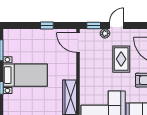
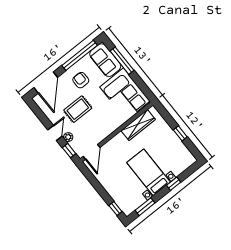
window: (47, 25) -> (115, 209), moved
door: (117, 25) -> (55, 133), swing flipped

